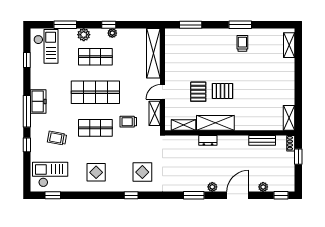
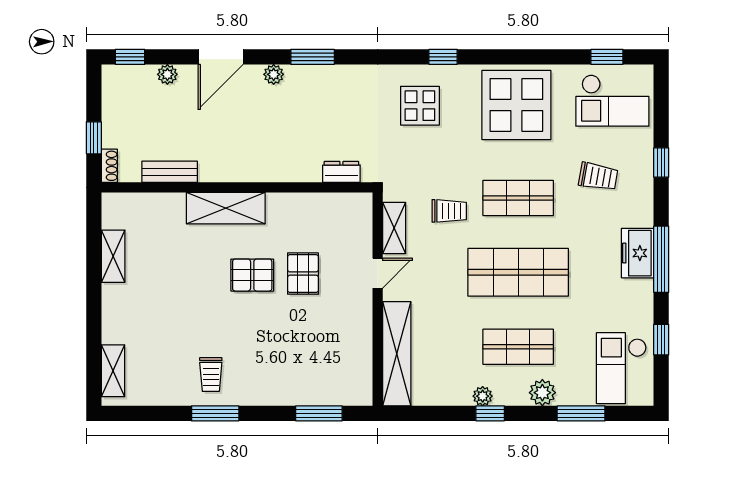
window: (27, 111) -> (661, 259), moved
shelving: (289, 118) -> (113, 256), moved
shelving: (215, 123) -> (226, 208), moved
shelving: (183, 125) -> (334, 204), removed
dresser: (208, 140) -> (341, 172), moved
display table: (96, 172) -> (516, 105), width x1.86, depth x1.86

